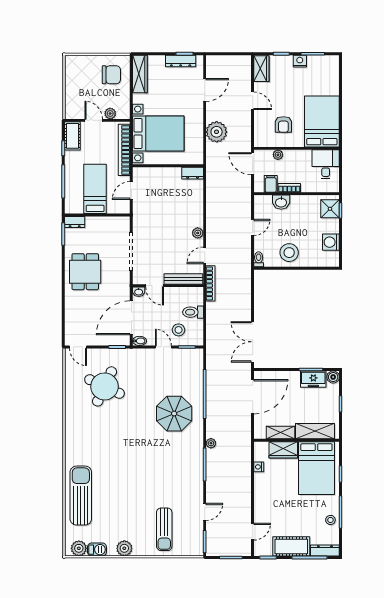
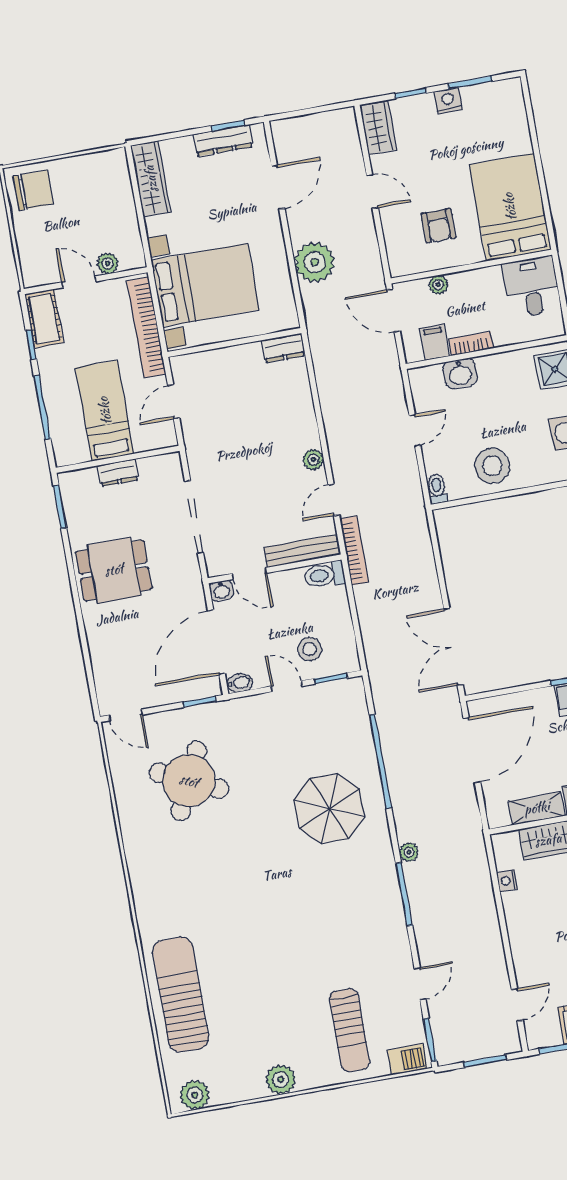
chair: (111, 75) -> (33, 190), moved
dresser: (75, 222) -> (118, 473), moved
dining table: (85, 272) -> (114, 570), turned 90
toilet: (193, 312) -> (325, 575), moved
barbecue: (97, 550) -> (407, 1059), moved

